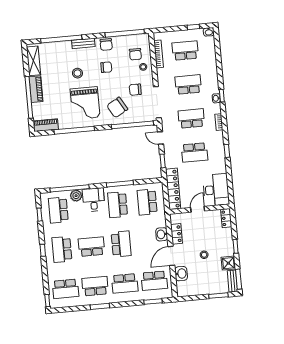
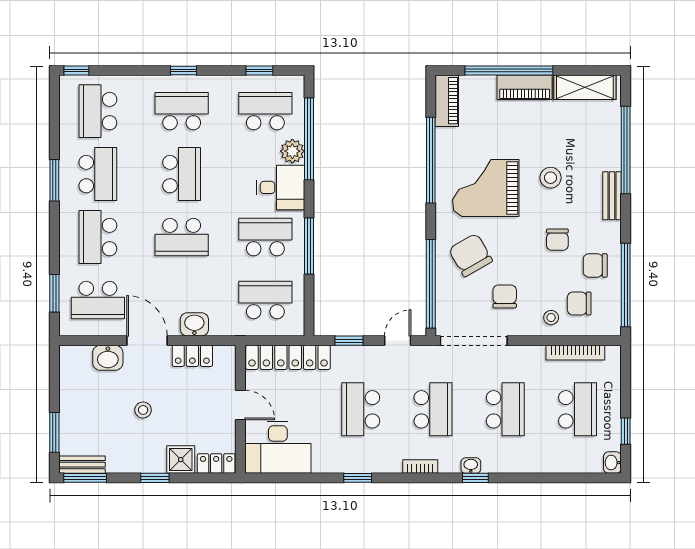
chair: (106, 44) -> (595, 265), moved
shower: (228, 263) -> (181, 460), moved
school desk: (154, 281) -> (98, 300), turned -90

